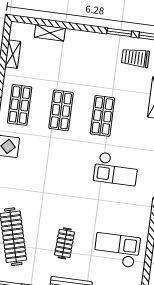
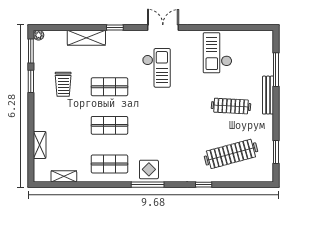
trolley: (135, 58) -> (63, 84), moved
clothes rail: (65, 243) -> (231, 106), width x1.36
checkout: (117, 250) -> (217, 53), moved

